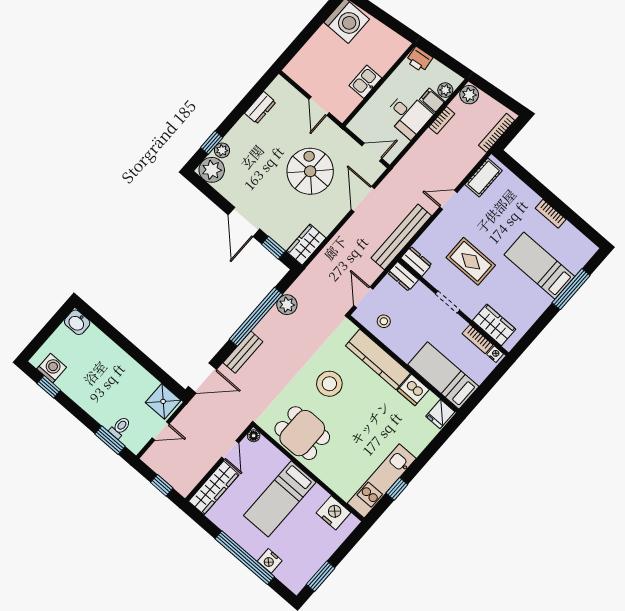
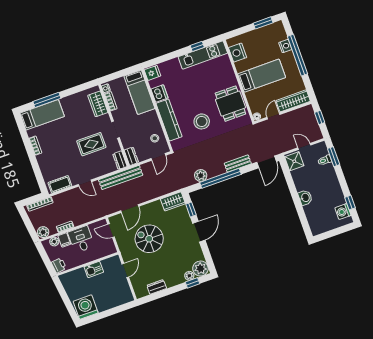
spiral stairs: (310, 171) -> (149, 239), turned 90
rug: (471, 261) -> (91, 144), turned 90
bed: (539, 266) -> (42, 115), moved, turned -90
washbasin: (77, 322) -> (305, 198), moved
door: (203, 378) -> (267, 162), swing flipped

